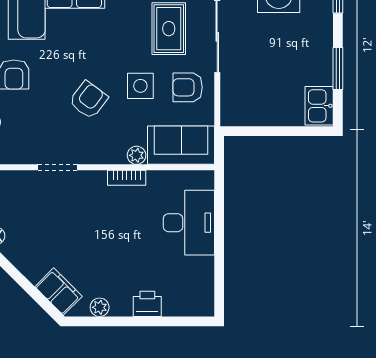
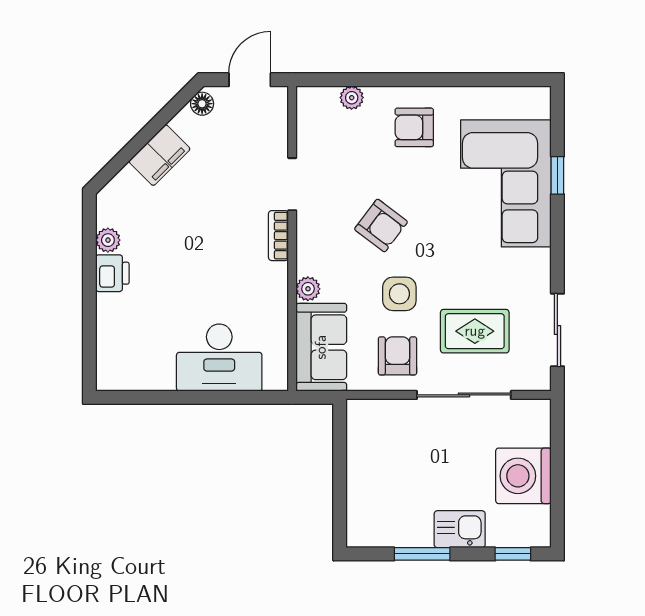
kitchen sink: (319, 106) -> (460, 529), moved
bookcase: (127, 178) -> (278, 236), moved
filing cabinet: (58, 292) -> (160, 155), moved
printer: (147, 304) -> (112, 273), moved

